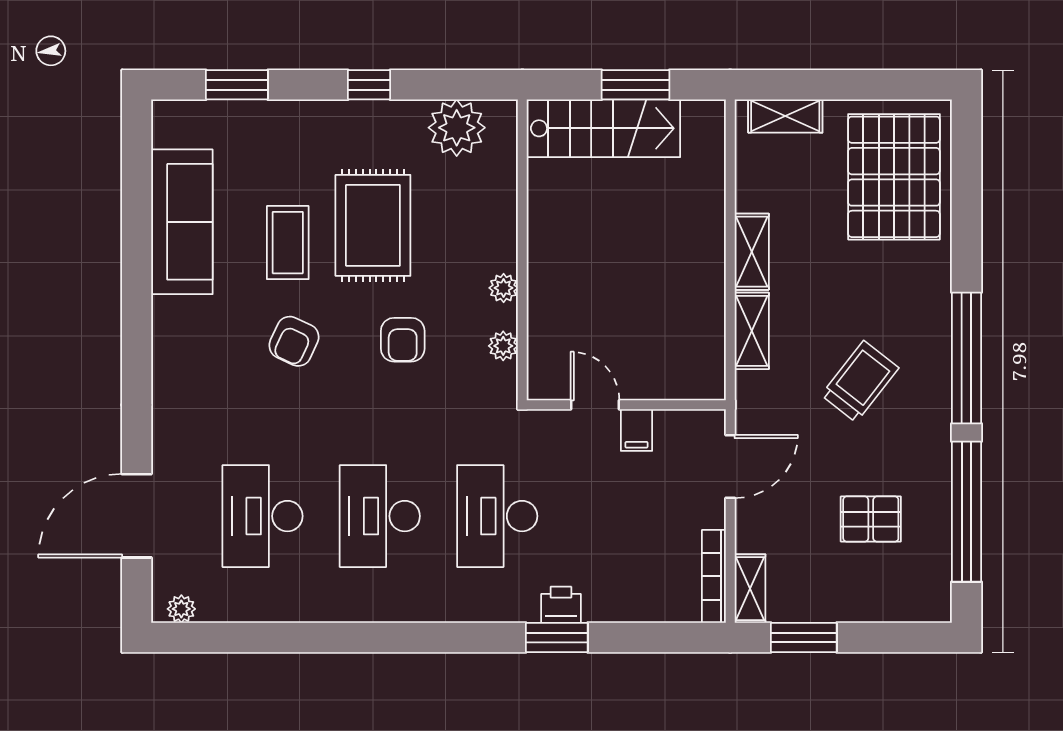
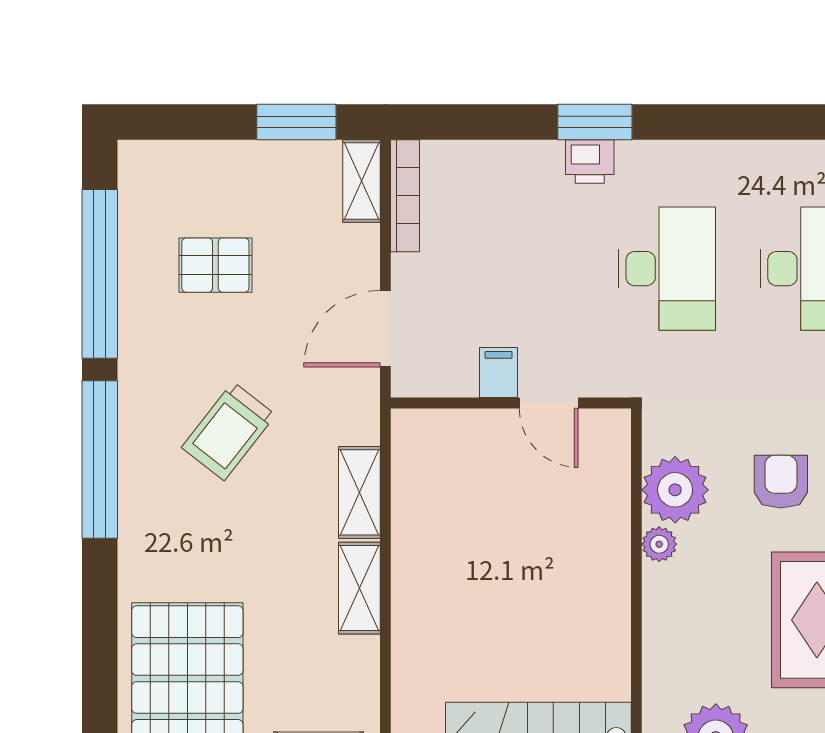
plant: (503, 346) -> (675, 490), width x1.88, depth x1.88

